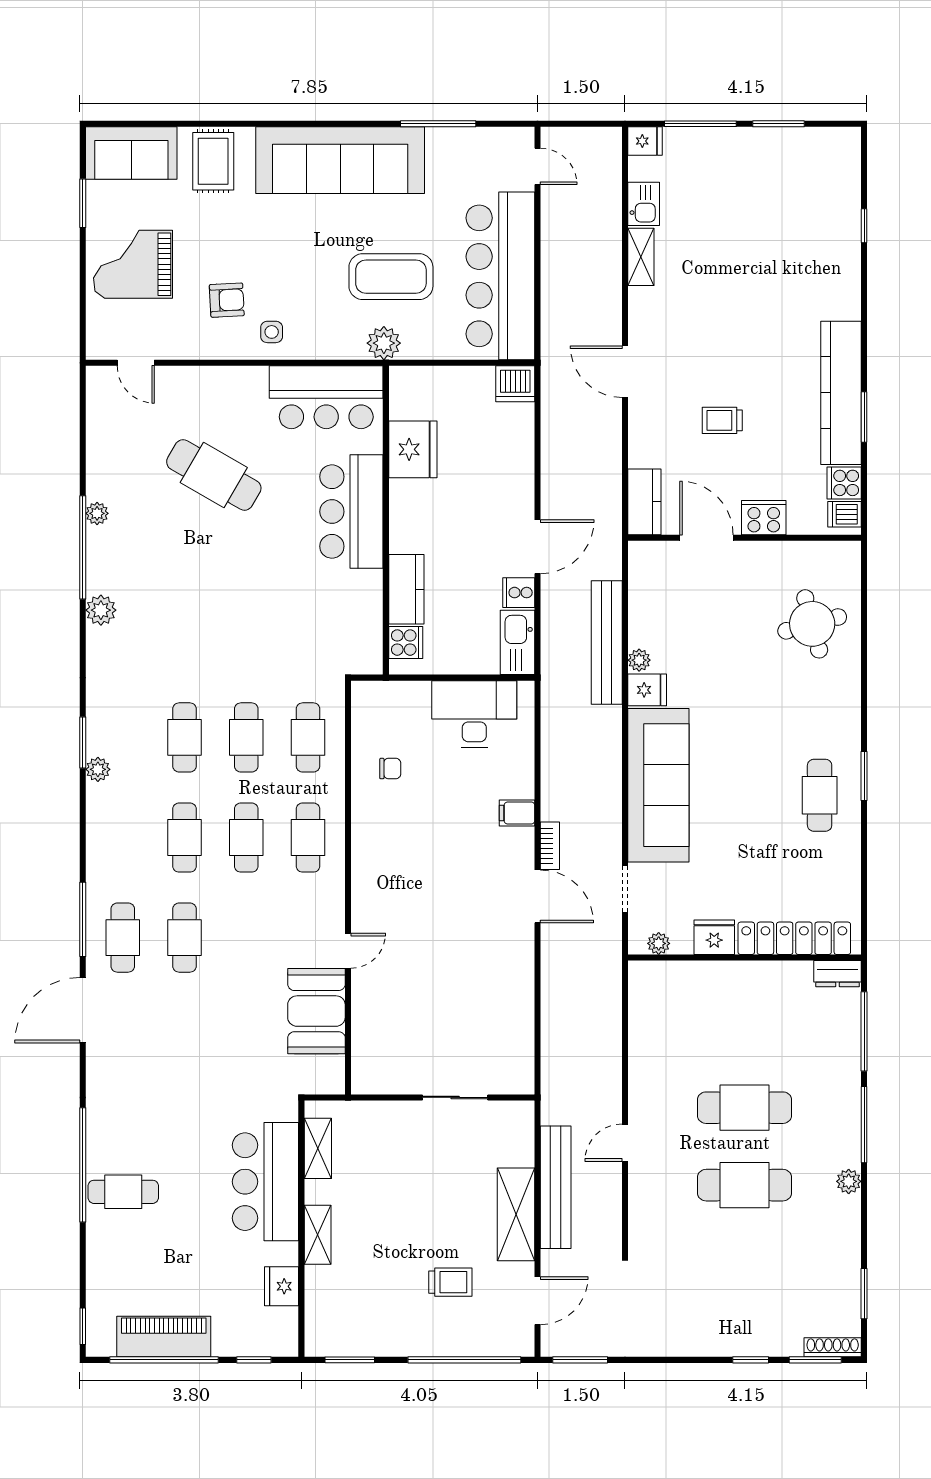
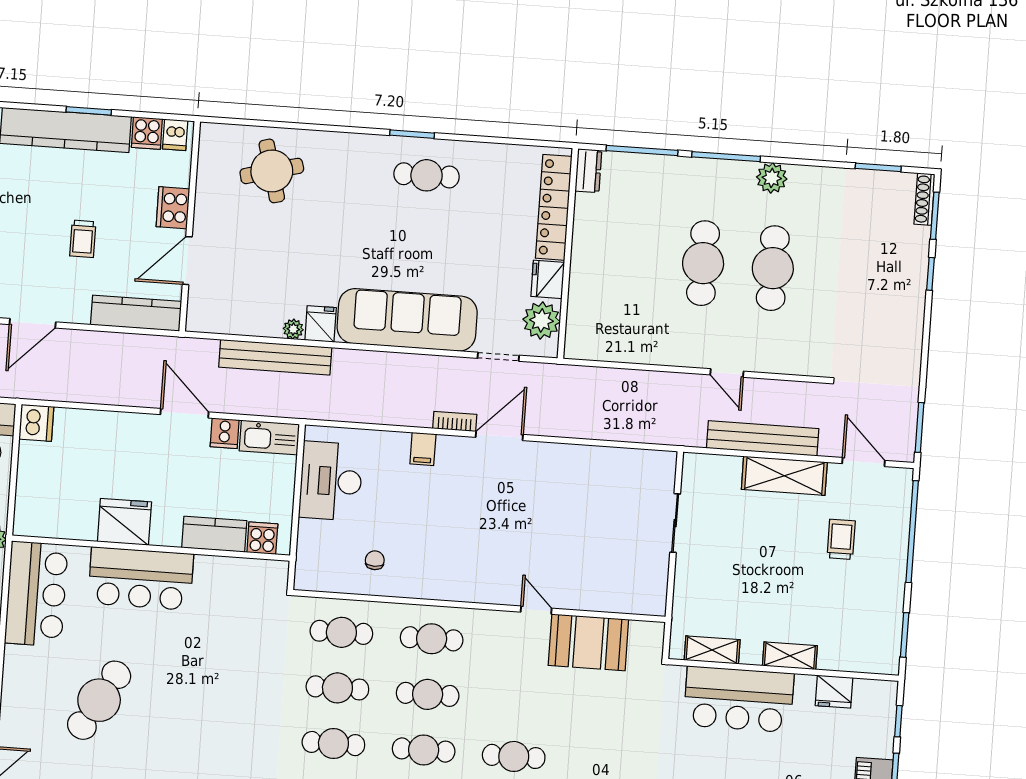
fridge: (413, 449) -> (124, 522), moved
kitchen counter: (644, 502) -> (136, 313), width x1.50
plant: (659, 943) -> (541, 320), width x1.88, depth x1.88
plant: (849, 1181) -> (772, 178), width x1.38, depth x1.38

